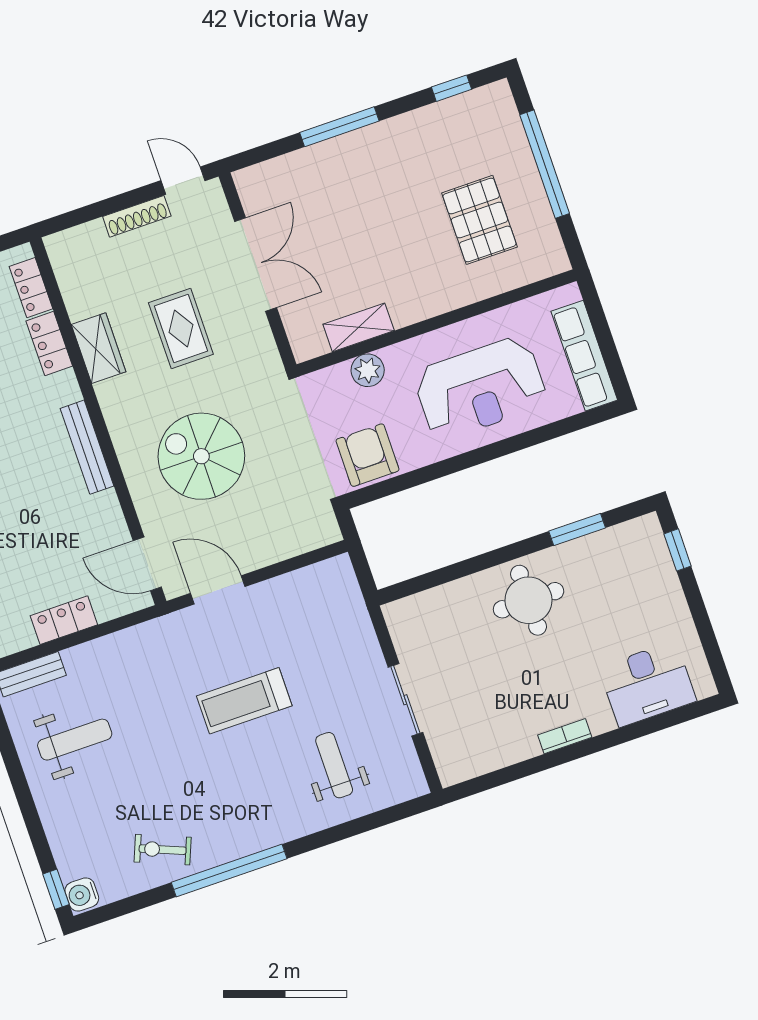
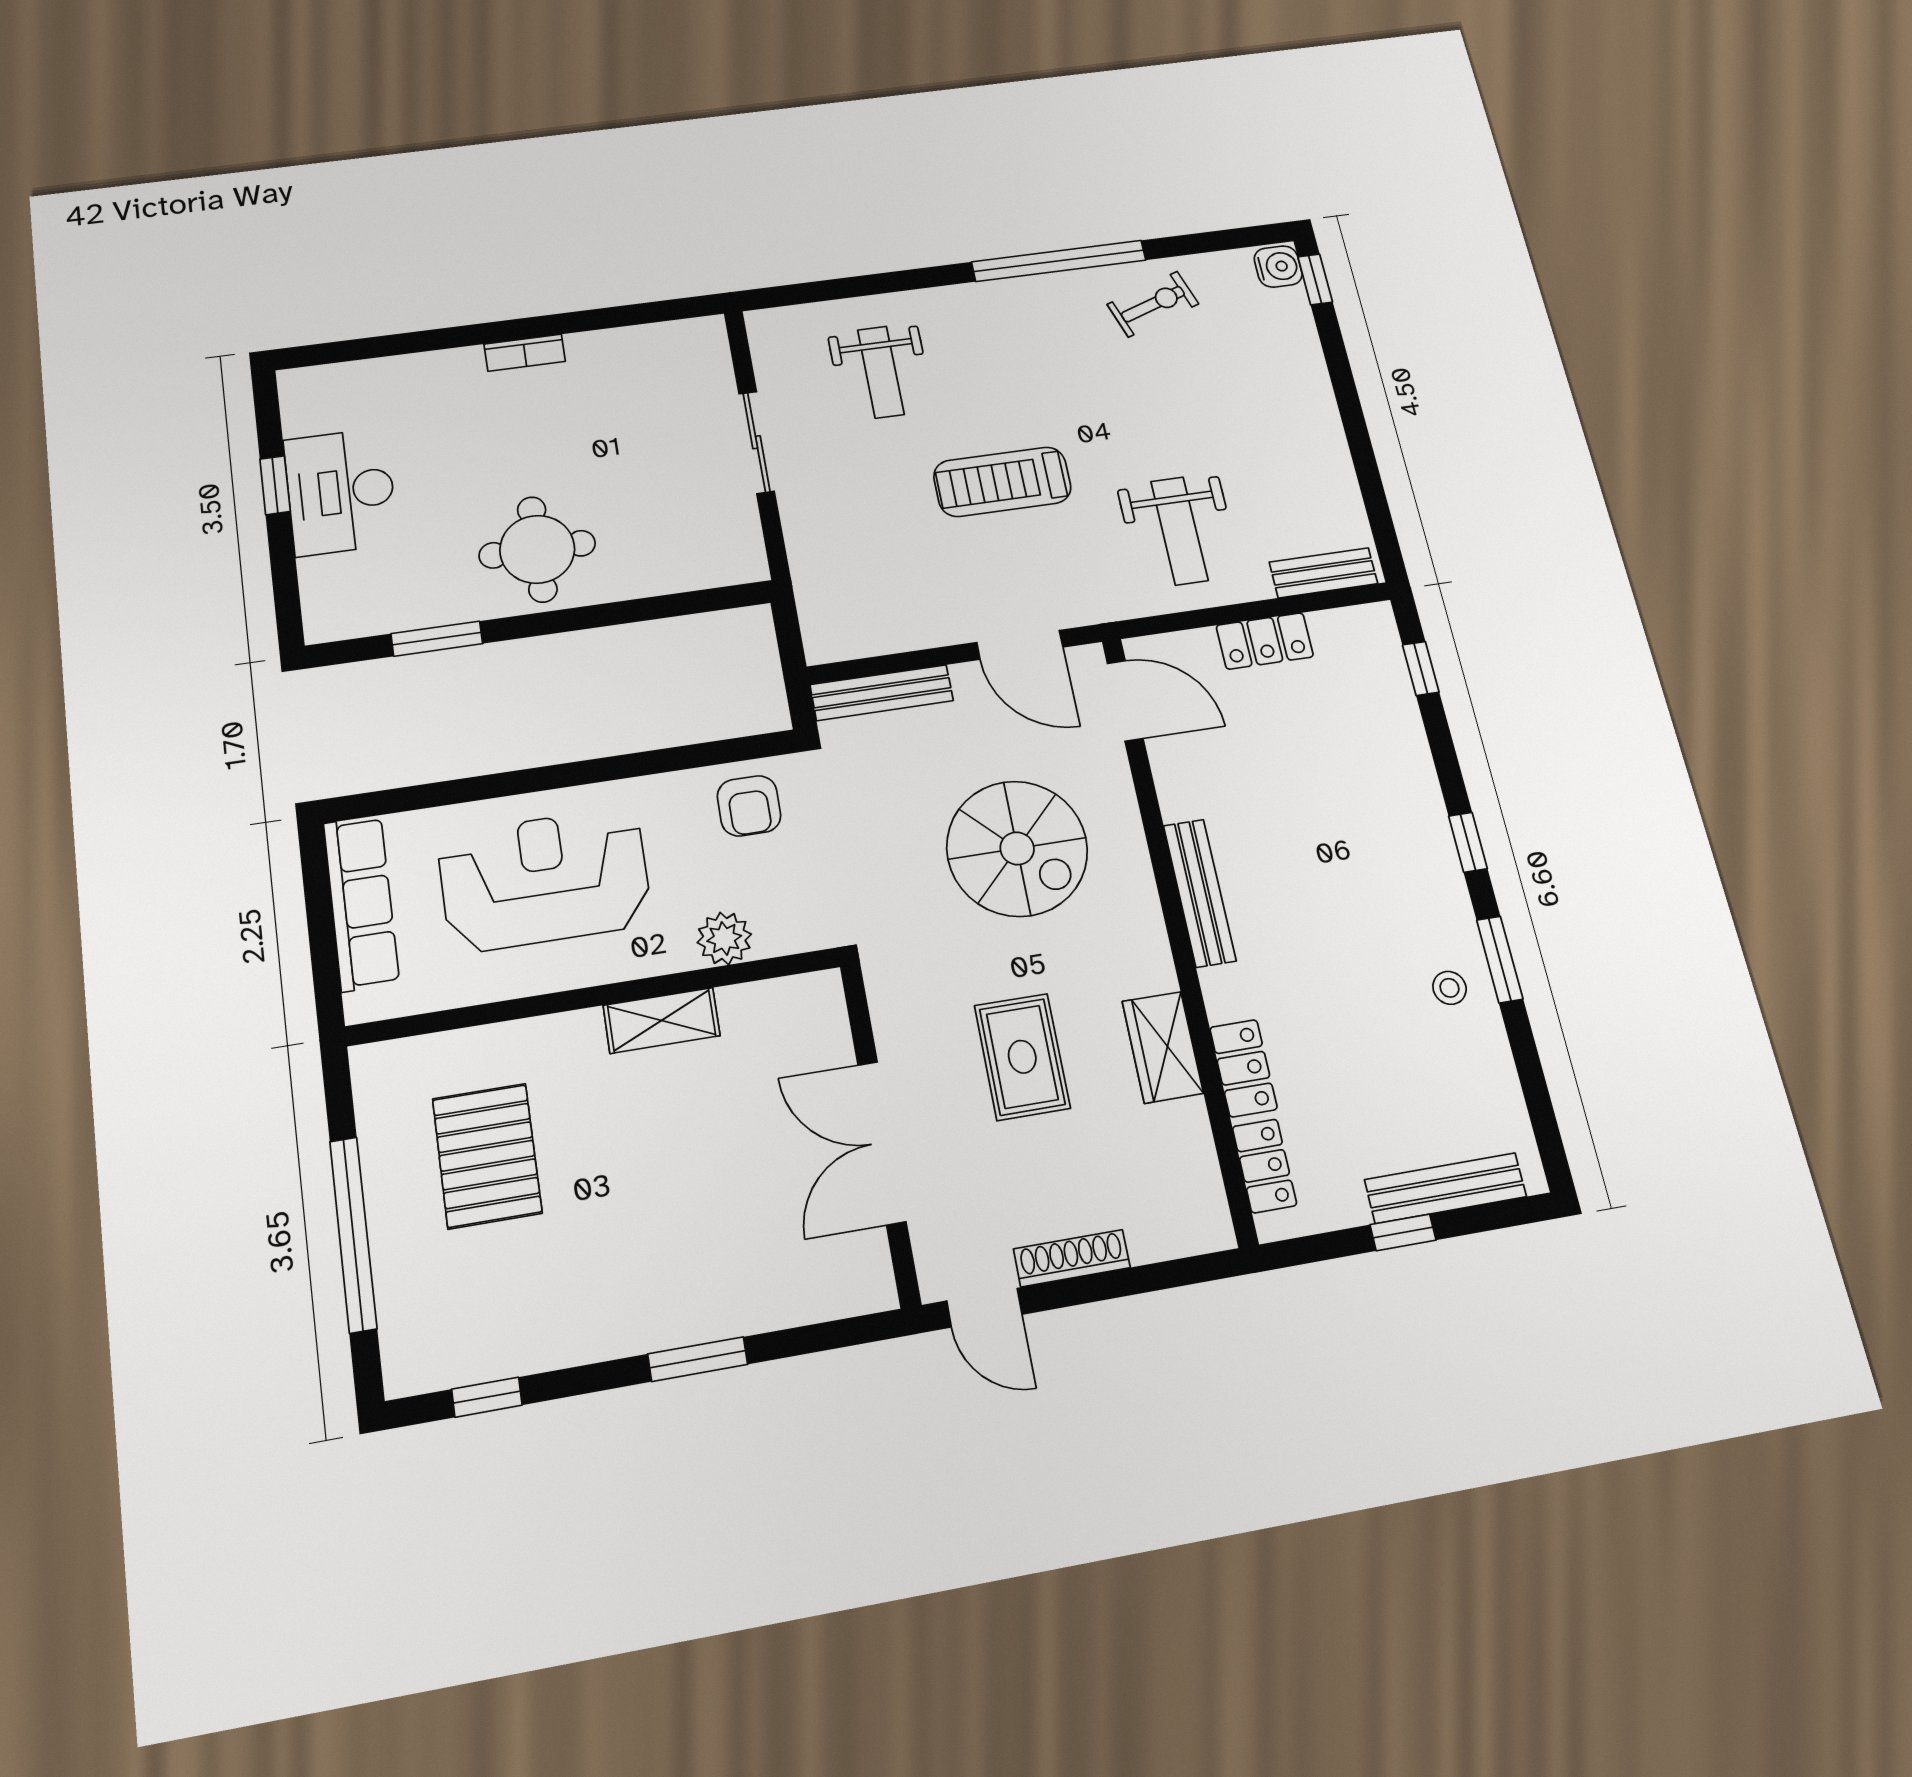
window: (339, 127) -> (698, 1359), width x0.69
shelving: (359, 327) -> (662, 1021), moved
armchair: (368, 455) -> (749, 806), width x0.72, depth x0.72
bench: (299, 543) -> (882, 693), added
window: (677, 550) -> (275, 485), moved
desk: (648, 684) -> (341, 492), moved, turned -90
treadmill: (244, 701) -> (1002, 482), turned 180
weight bench: (75, 740) -> (1179, 531), moved, turned -90
exercise bike: (163, 850) -> (1153, 304), turned -41

